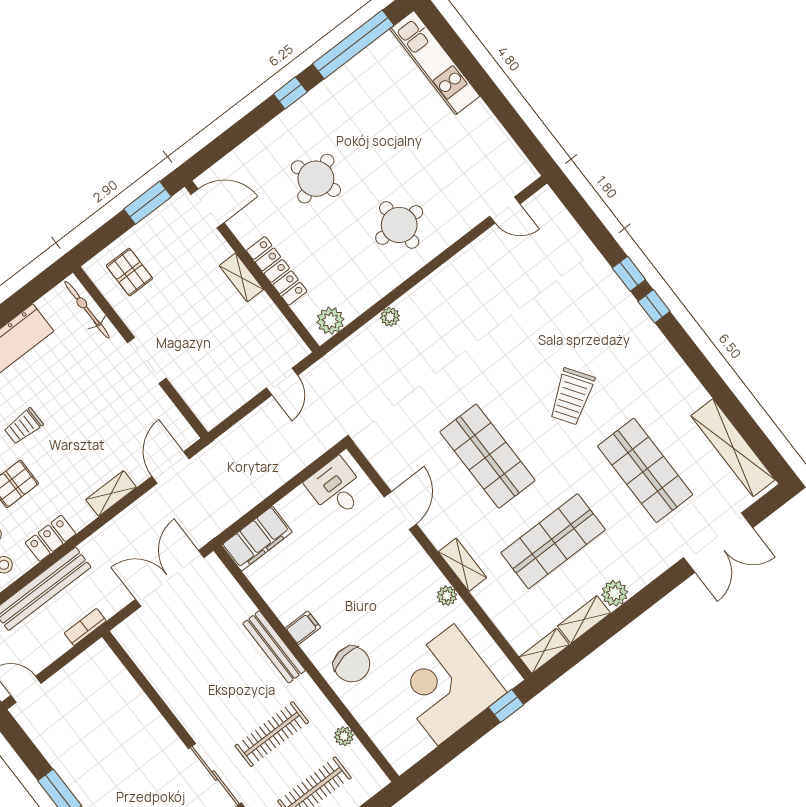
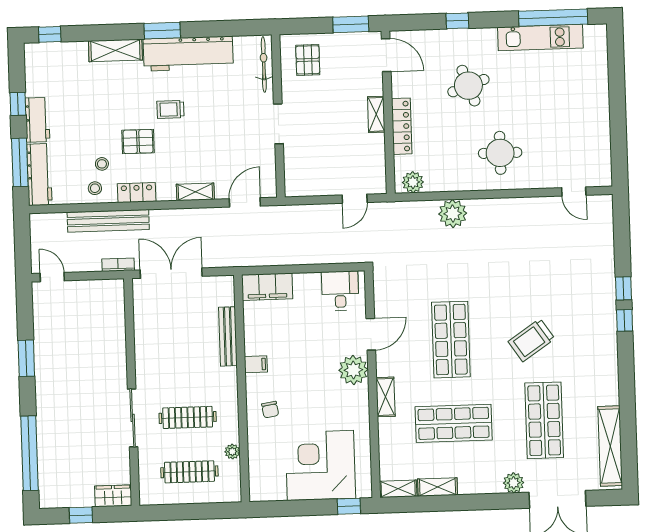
kitchen unit: (435, 63) -> (540, 38), moved, turned -90
window: (290, 93) -> (457, 21), moved
plant: (390, 317) -> (453, 214), width x1.87, depth x1.87
double door: (170, 578) -> (171, 273), moved
plant: (615, 593) -> (514, 483), moved
plant: (447, 596) -> (353, 370), moved, width x1.88, depth x1.88
bench: (274, 647) -> (228, 336), moved
chair: (352, 664) -> (270, 410), width x0.54, depth x0.54

